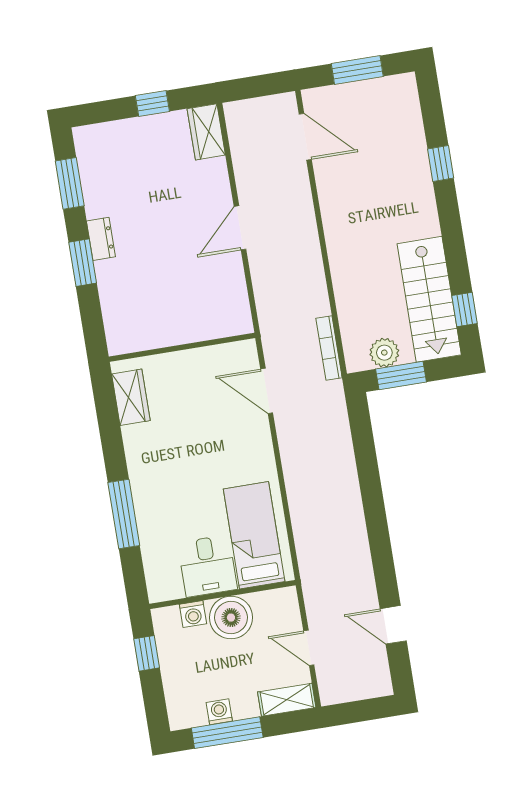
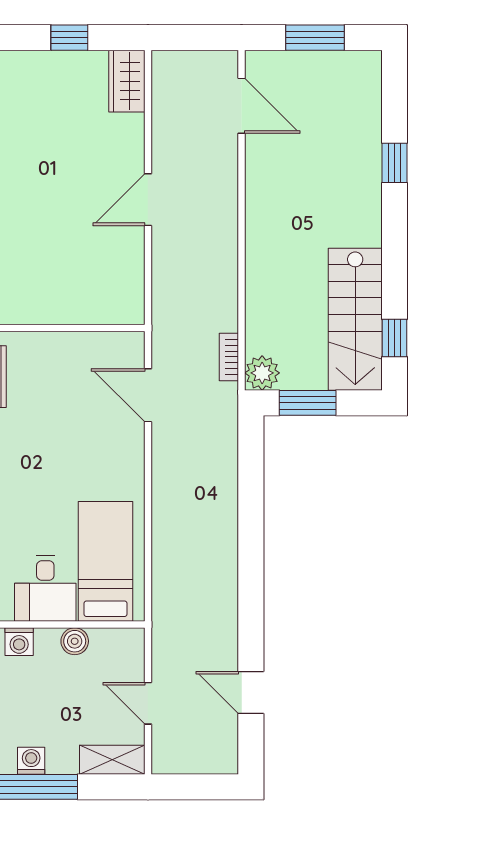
bookcase: (329, 348) -> (229, 357), width x0.64
plant: (384, 353) -> (262, 373), moved
boiler: (231, 618) -> (75, 641), width x0.54, depth x0.54

